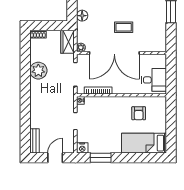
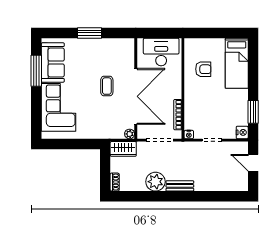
floor lamp: (82, 16) -> (94, 133), removed
desk: (154, 80) -> (161, 52), width x1.37
bench: (35, 141) -> (180, 186), moved

